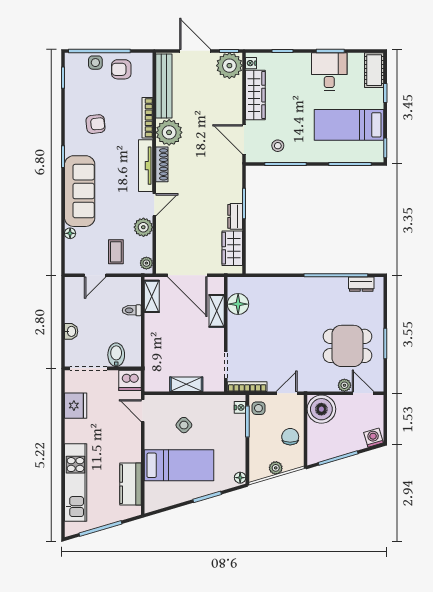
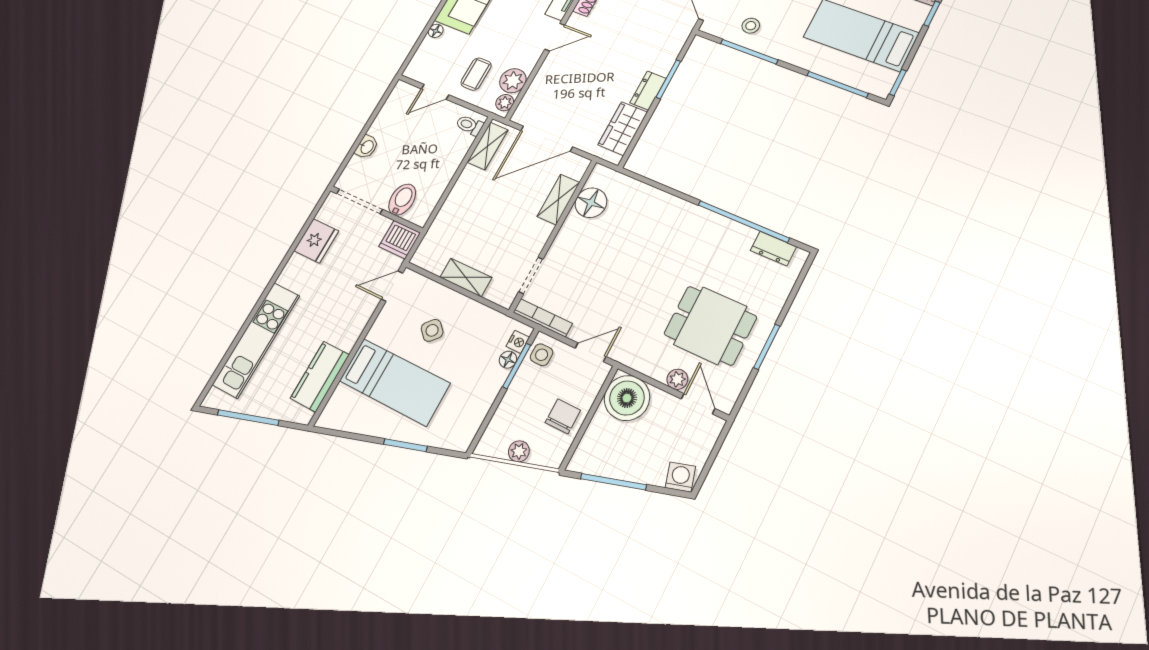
plant: (143, 227) -> (513, 81), moved
door: (187, 275) -> (547, 139), hinge flipped
toilet: (132, 310) -> (470, 125), moved
door: (143, 411) -> (392, 286), hinge flipped
floor lamp: (240, 478) -> (508, 360), moved

